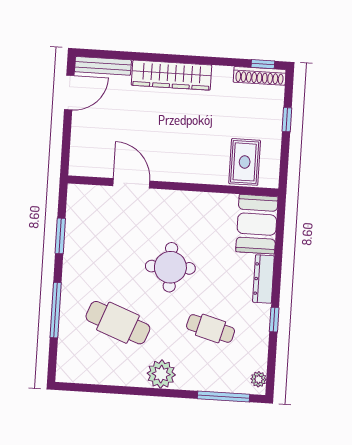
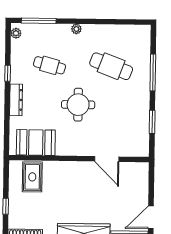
booth: (257, 224) -> (36, 143), moved, turned 90
plant: (161, 374) -> (76, 29), width x0.53, depth x0.53

